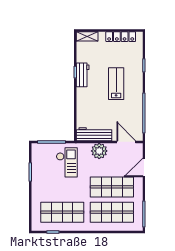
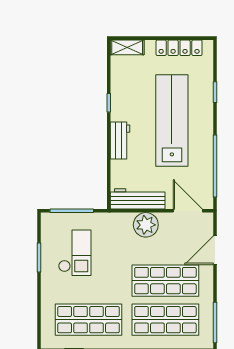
workbench: (83, 75) -> (120, 141), moved
lab bench: (116, 84) -> (172, 120), width x1.86, depth x1.39
checkout: (67, 162) -> (75, 253), moved

